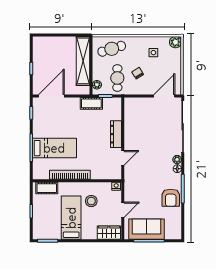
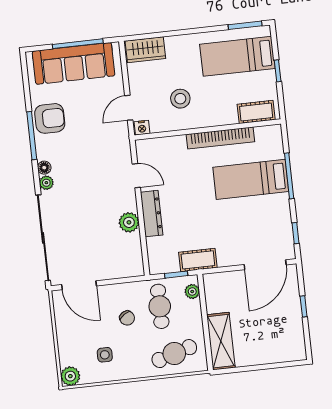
shelving: (83, 61) -> (221, 341), width x0.68
door: (164, 96) -> (79, 285), hinge flipped
plant: (130, 130) -> (129, 222), added
door: (123, 158) -> (136, 176), swing flipped
armchair: (171, 198) -> (50, 118), turned 90
door: (123, 210) -> (129, 108), moved
bed: (71, 218) -> (237, 56), moved, turned 90
sofa: (147, 229) -> (74, 63), width x1.36

